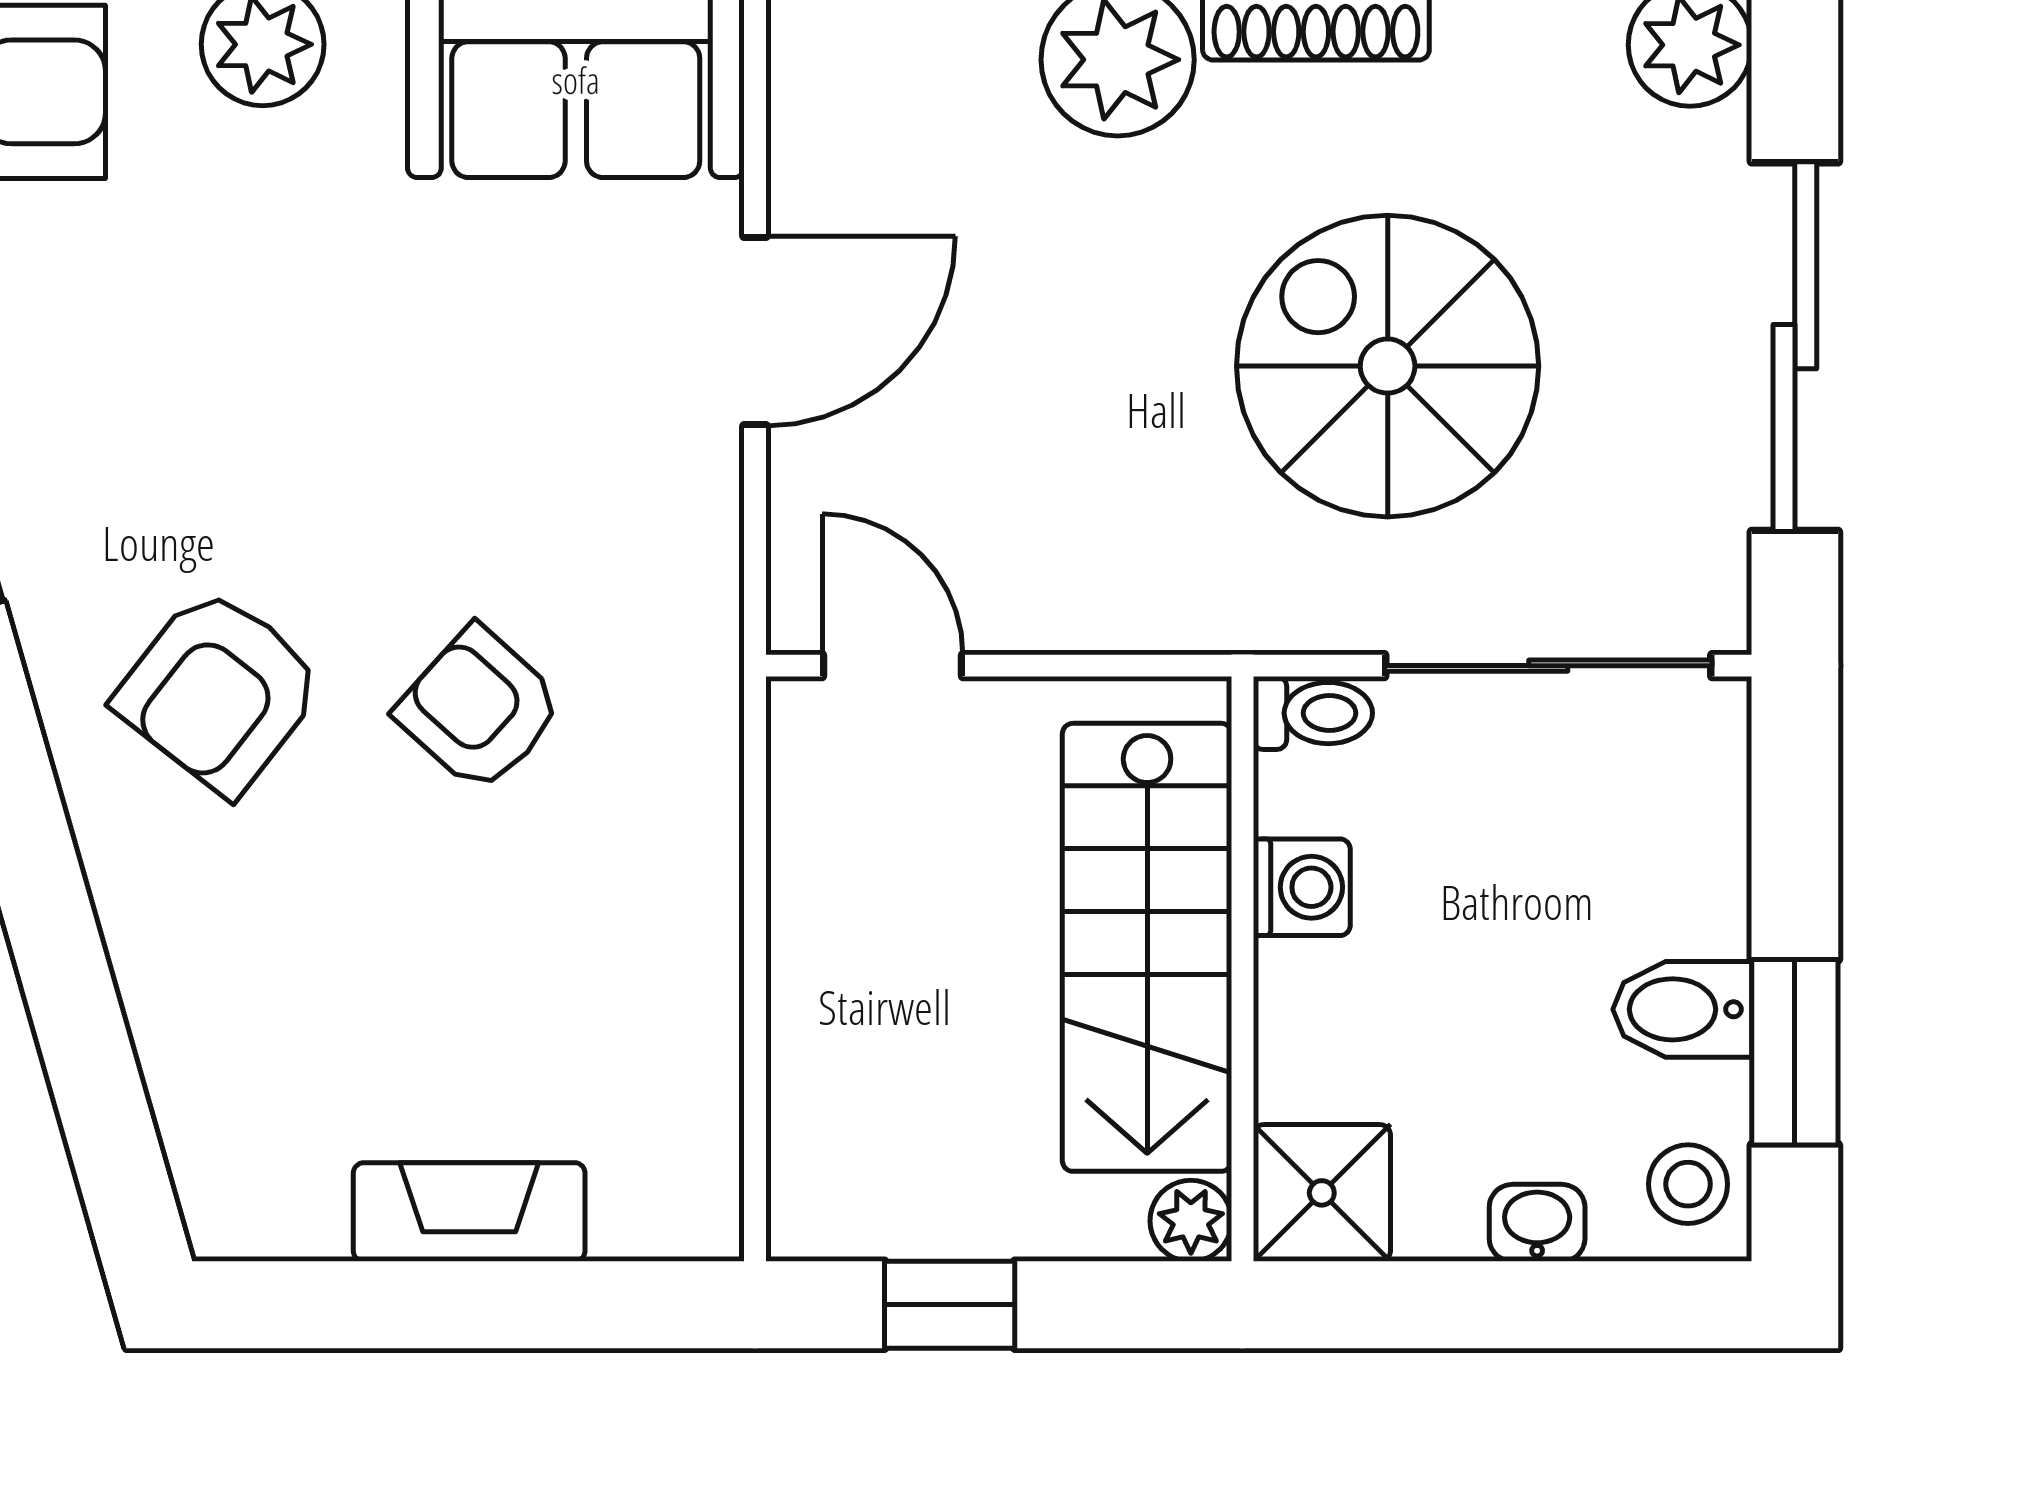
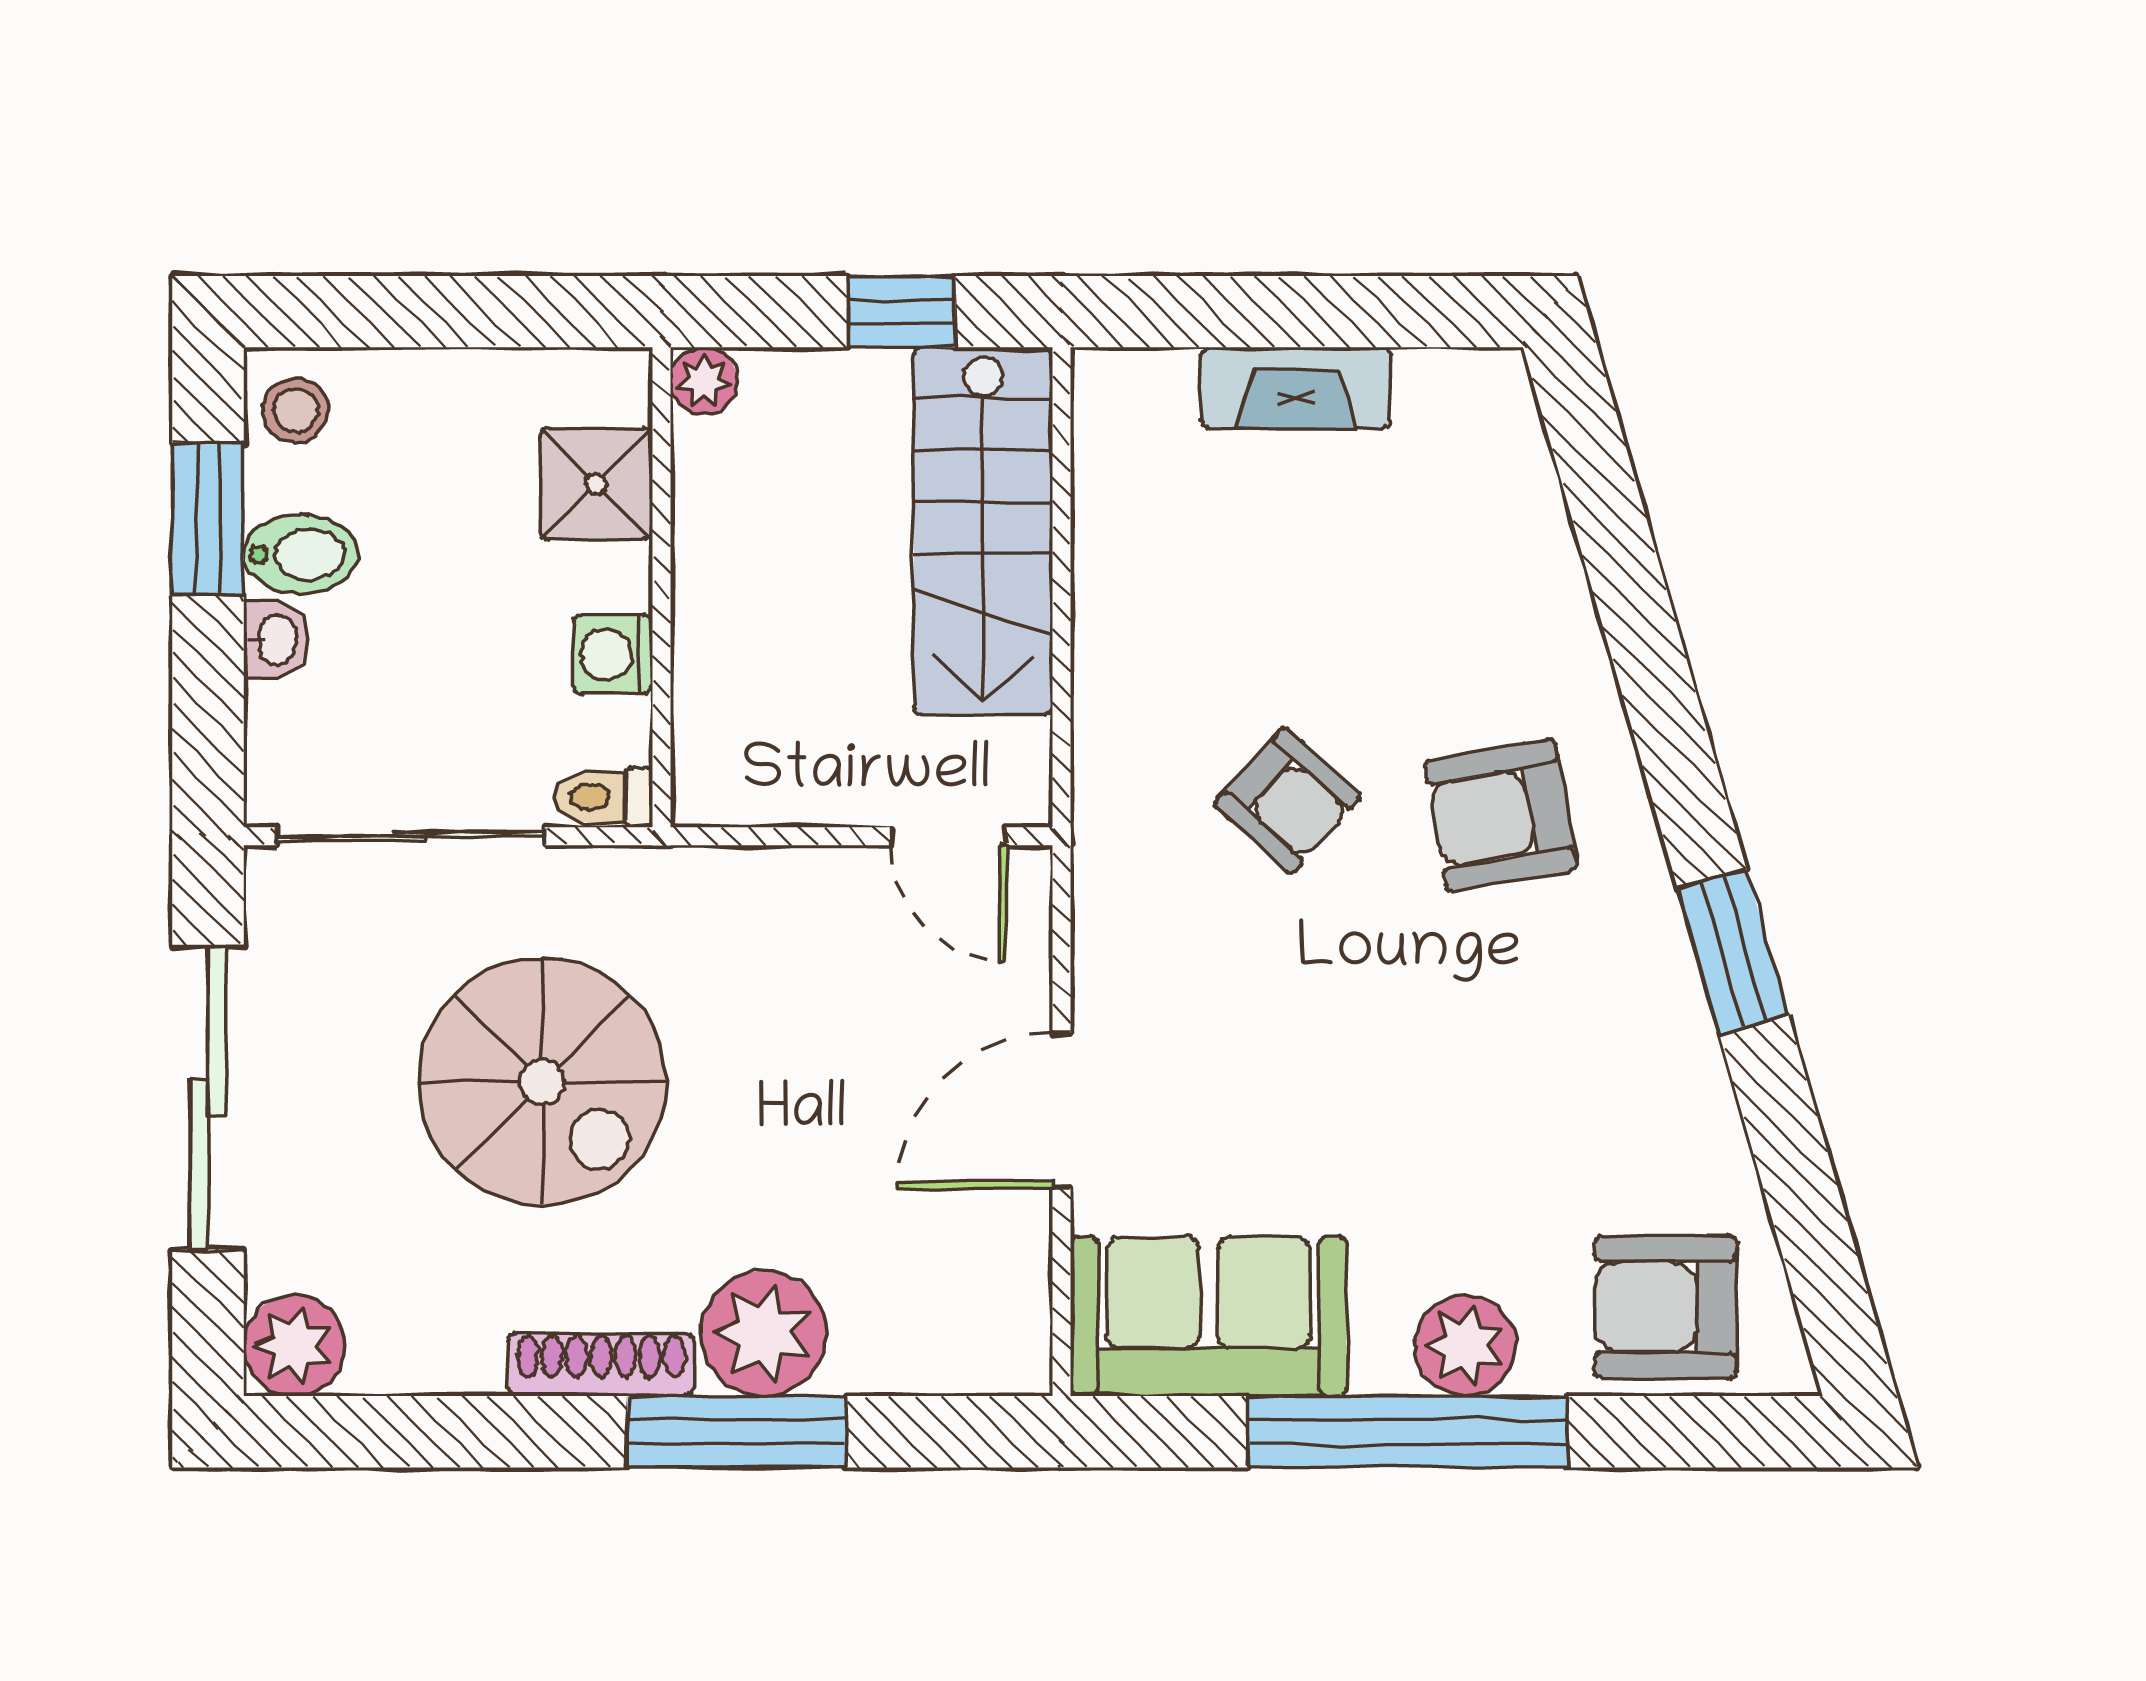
armchair: (219, 691) -> (1501, 815), turned -138
stairs: (1147, 947) -> (983, 531), moved, turned 180
shower: (1322, 1193) -> (596, 484), moved
washbasin: (1537, 1223) -> (275, 640), moved, turned -90

